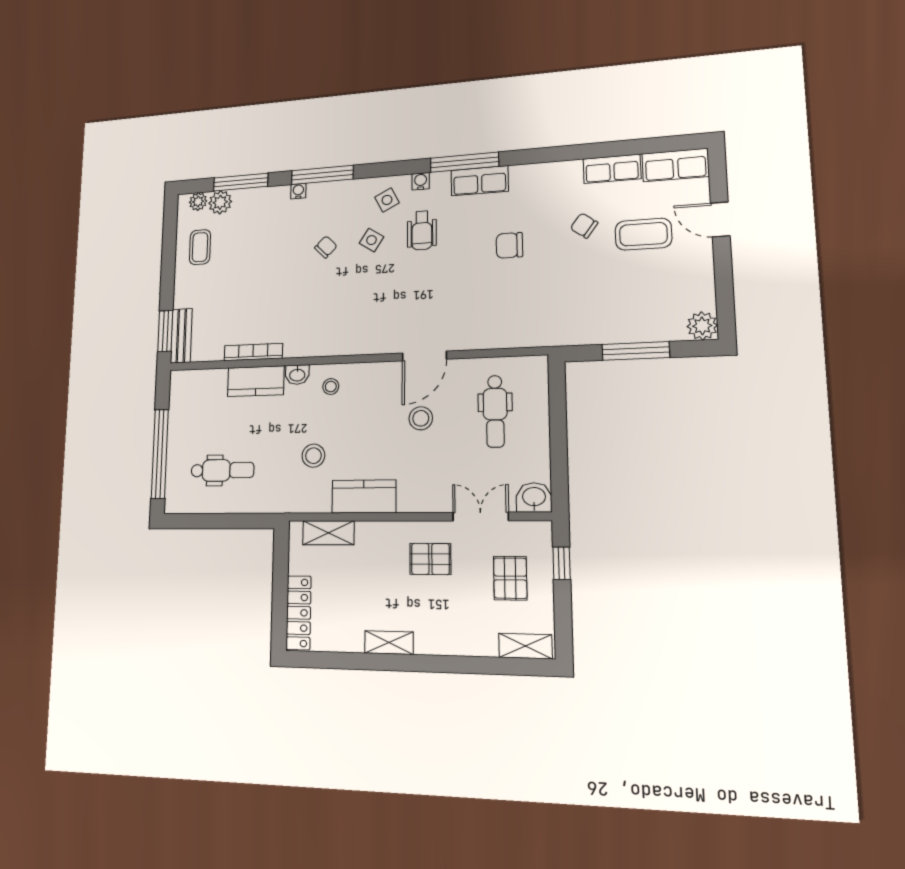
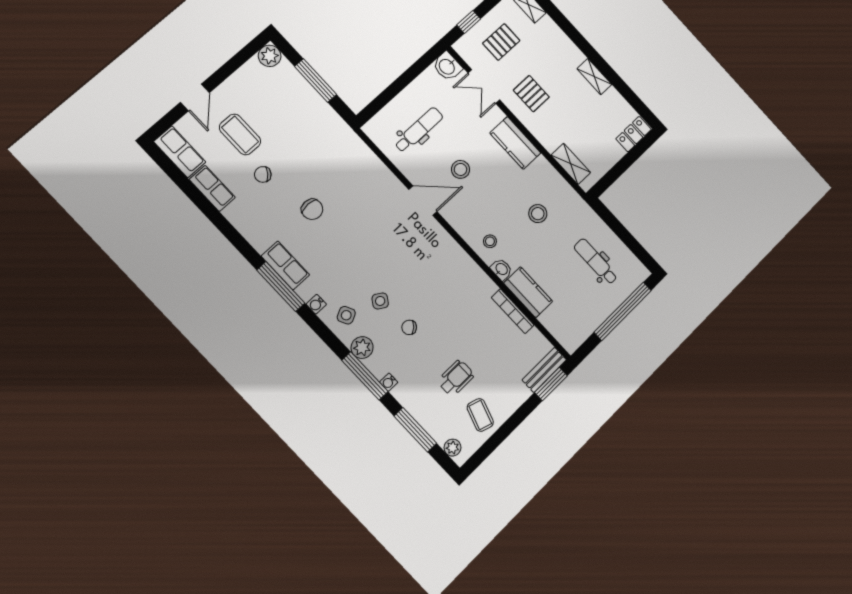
plant: (220, 202) -> (362, 348), moved
chair: (584, 226) -> (263, 174), turned 92
wheelchair: (422, 230) -> (456, 378), moved
coffee table: (200, 247) -> (480, 415), turned -72
kitchen counter: (364, 496) -> (515, 143), moved
locker: (299, 613) -> (634, 134), width x0.66

